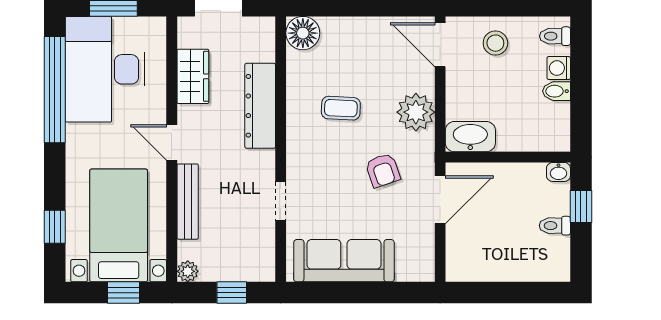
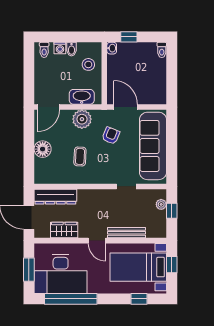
floor lamp: (303, 33) -> (43, 149), moved
stool: (495, 43) -> (88, 64), moved
dresser: (260, 106) -> (55, 197), moved
washbasin: (470, 137) -> (82, 97), moved, turned 90
door: (172, 142) -> (97, 241), hinge flipped
armchair: (383, 170) -> (111, 136), turned -49
toilet: (555, 226) -> (162, 50), moved
sofa: (344, 261) -> (153, 146), width x1.36, depth x1.27
plant: (188, 271) -> (161, 204), moved

